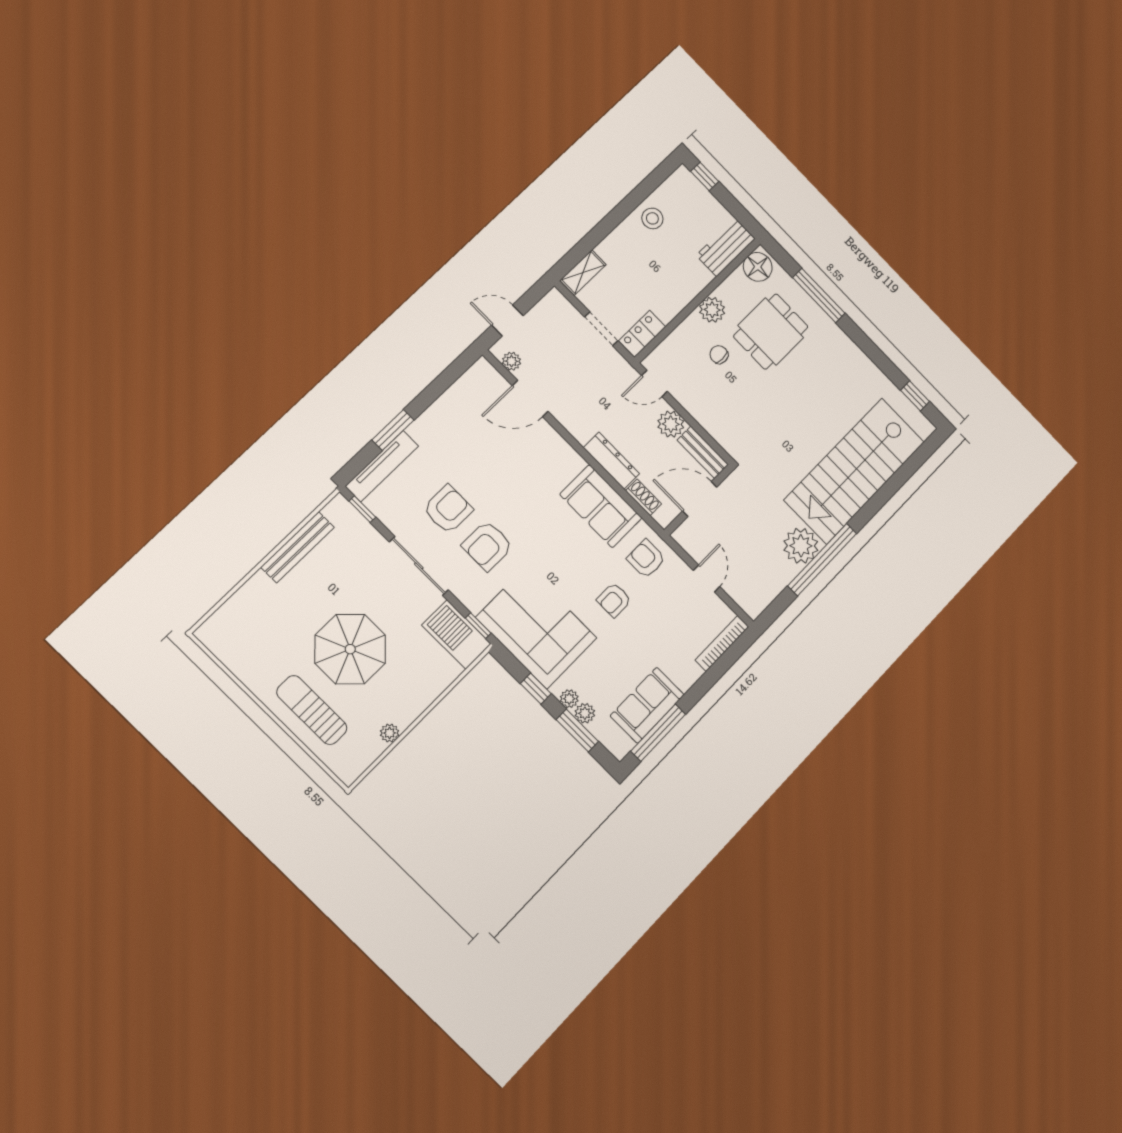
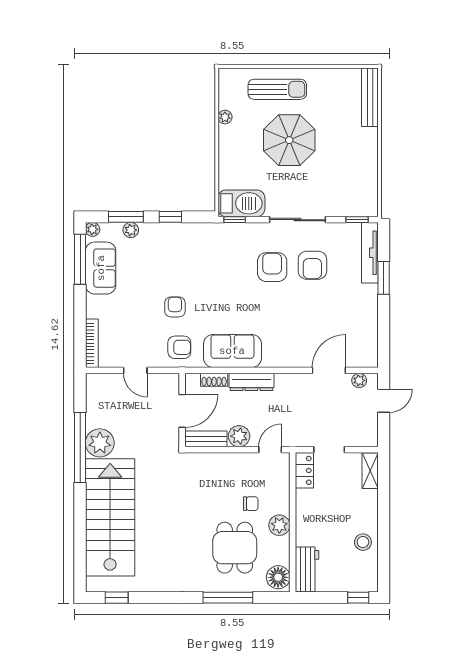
bench: (298, 547) -> (370, 97), moved
corner sofa: (536, 628) -> (202, 250), removed
plant: (569, 699) -> (93, 229), moved

